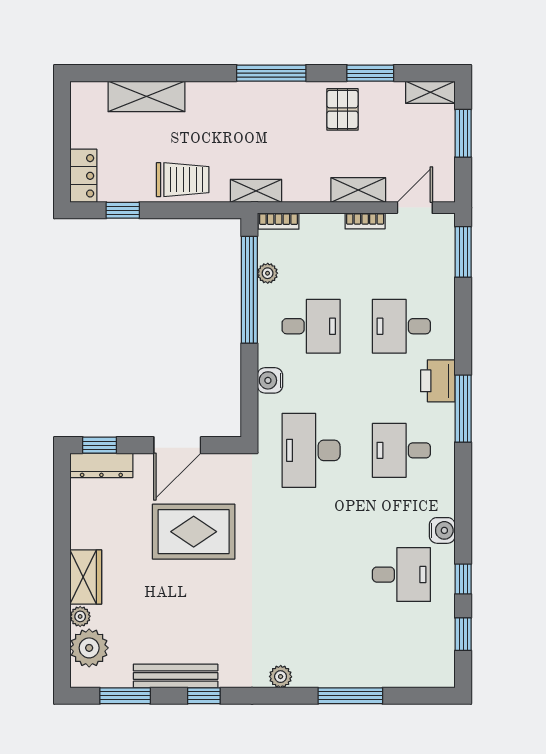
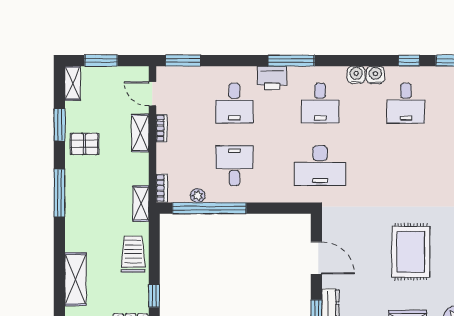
water cooler: (270, 380) -> (356, 75), moved, turned 180
rug: (194, 532) -> (411, 252), moved
desk: (401, 575) -> (406, 103), turned 180

